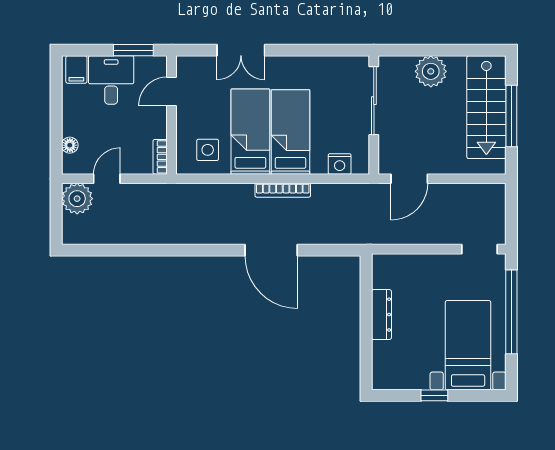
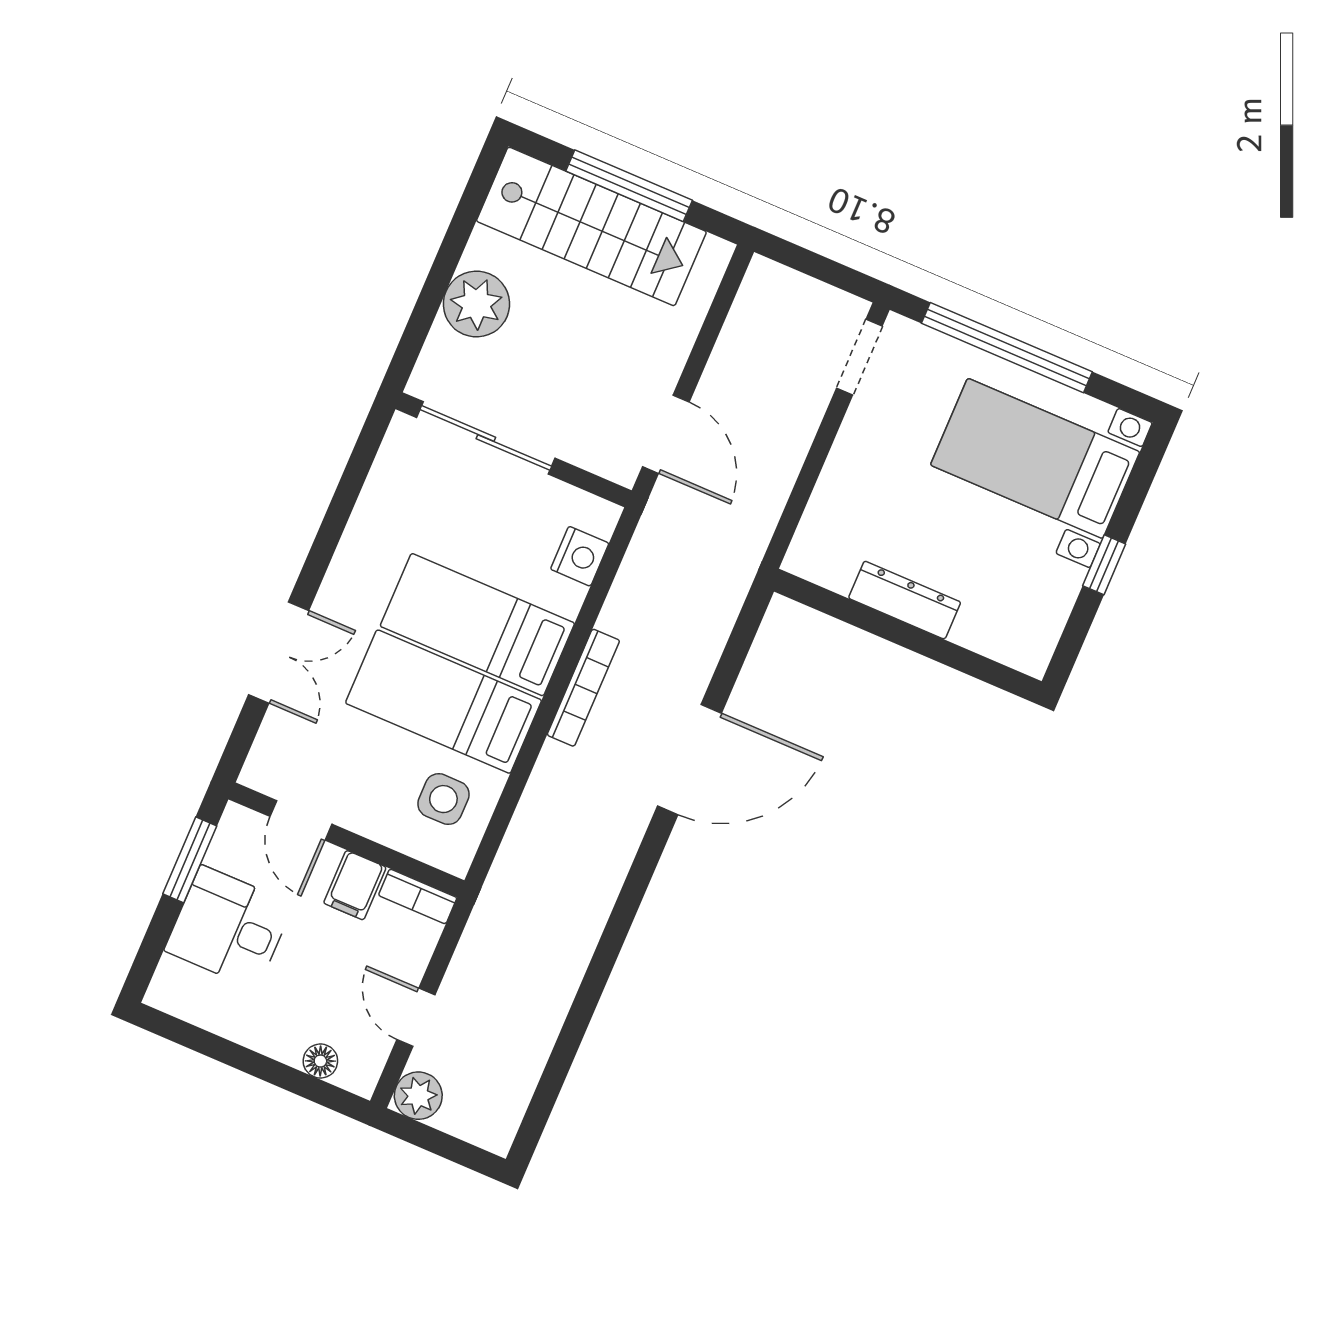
filing cabinet: (76, 69) -> (355, 885), moved, turned 90
plant: (77, 199) -> (418, 1096), width x0.73, depth x0.73

